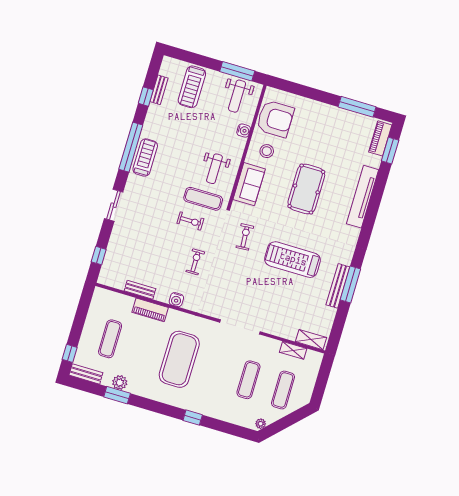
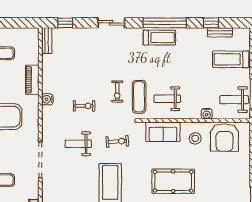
weight bench: (235, 280) -> (78, 144), added
bench: (140, 290) -> (47, 41), moved

